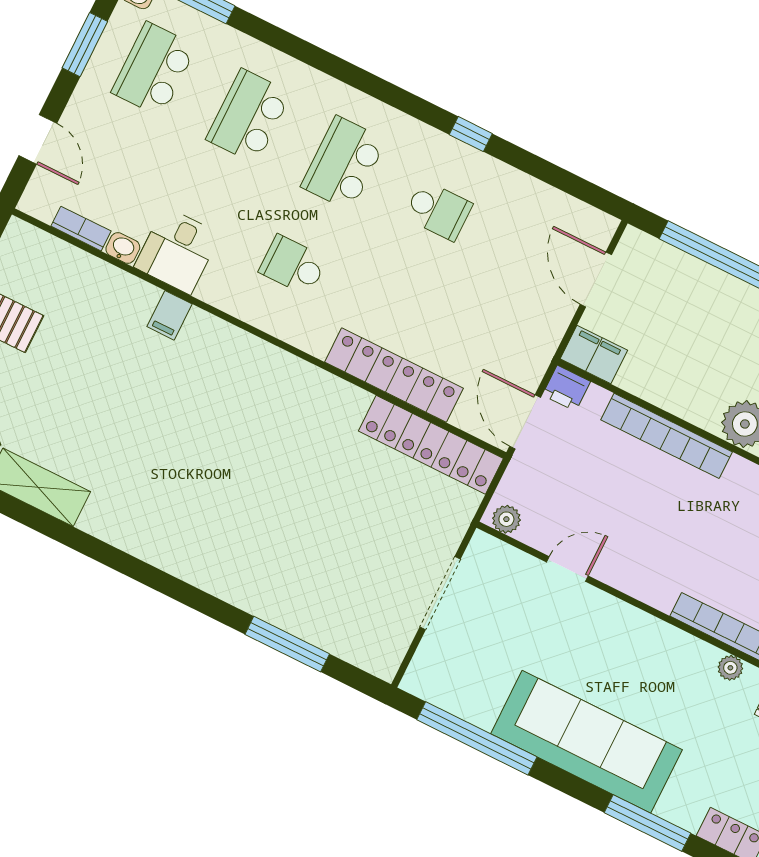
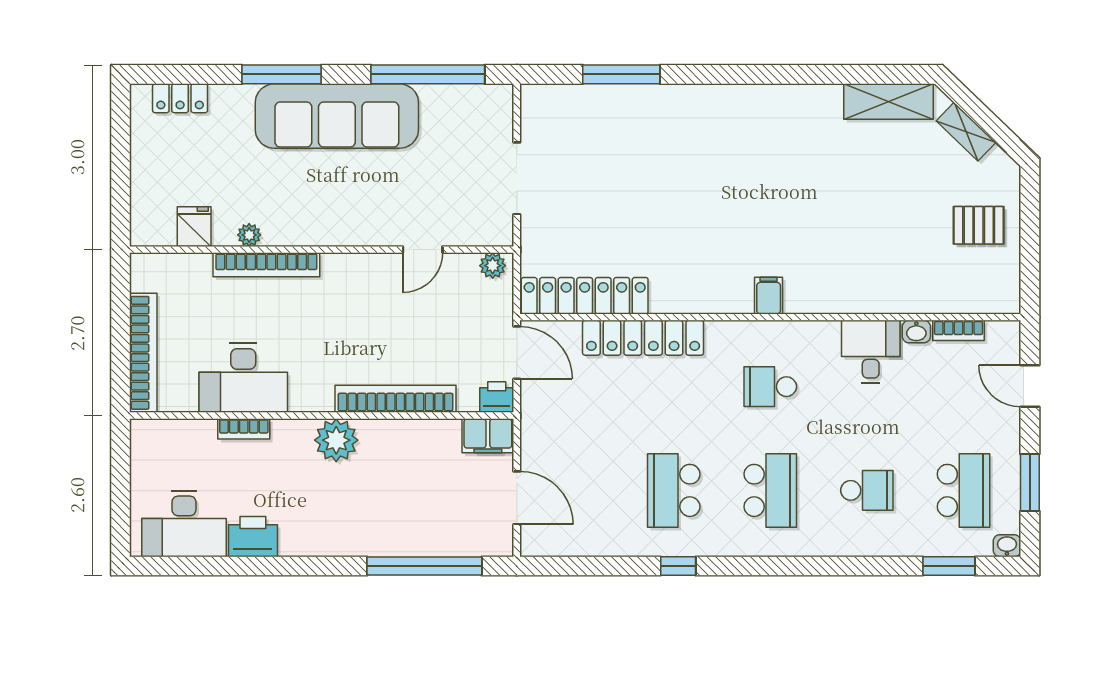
school desk: (249, 116) -> (867, 490), width x0.54
school desk: (438, 210) -> (674, 490), width x1.85
school desk: (293, 265) -> (770, 387), turned 180
filing cabinet: (169, 315) -> (769, 296), moved
window: (647, 823) -> (281, 74), moved

